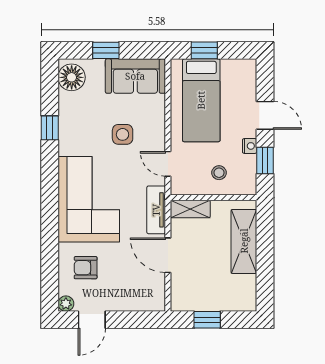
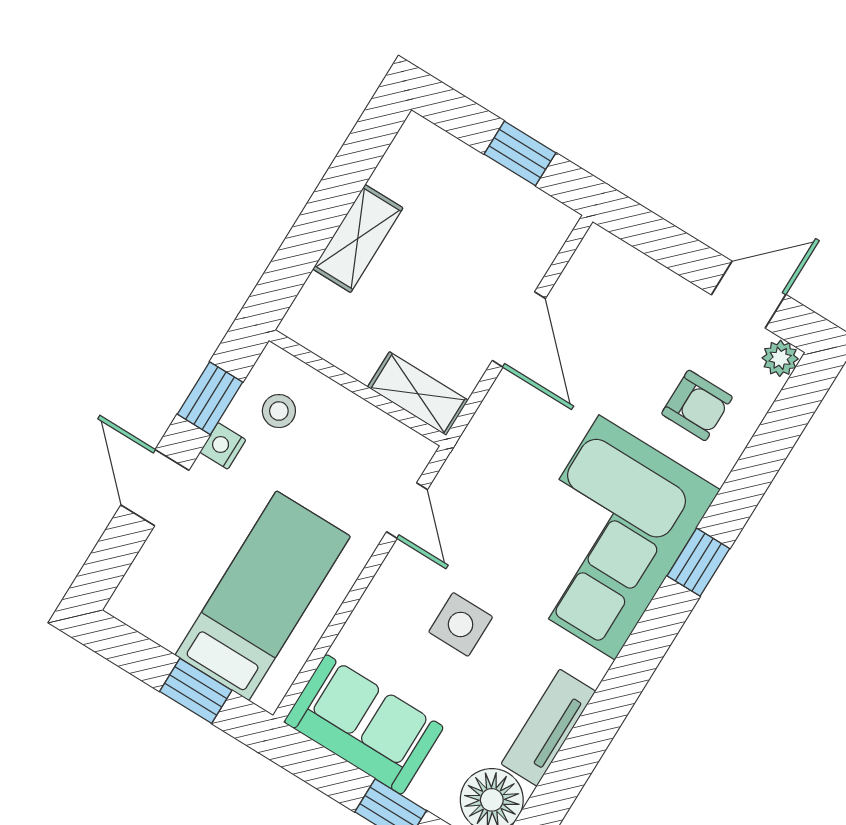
window: (50, 128) -> (698, 562), moved
stool: (219, 173) -> (279, 411), moved
tv unit: (156, 210) -> (548, 728), moved, turned 180
shelving: (244, 241) -> (358, 238), width x0.67, depth x0.75

